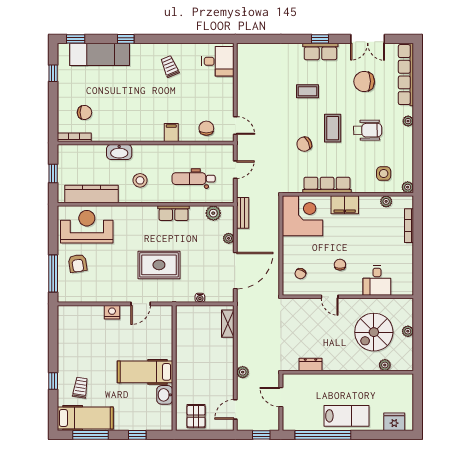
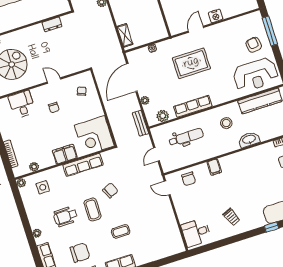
row of seats: (174, 213) -> (193, 106), width x1.48

